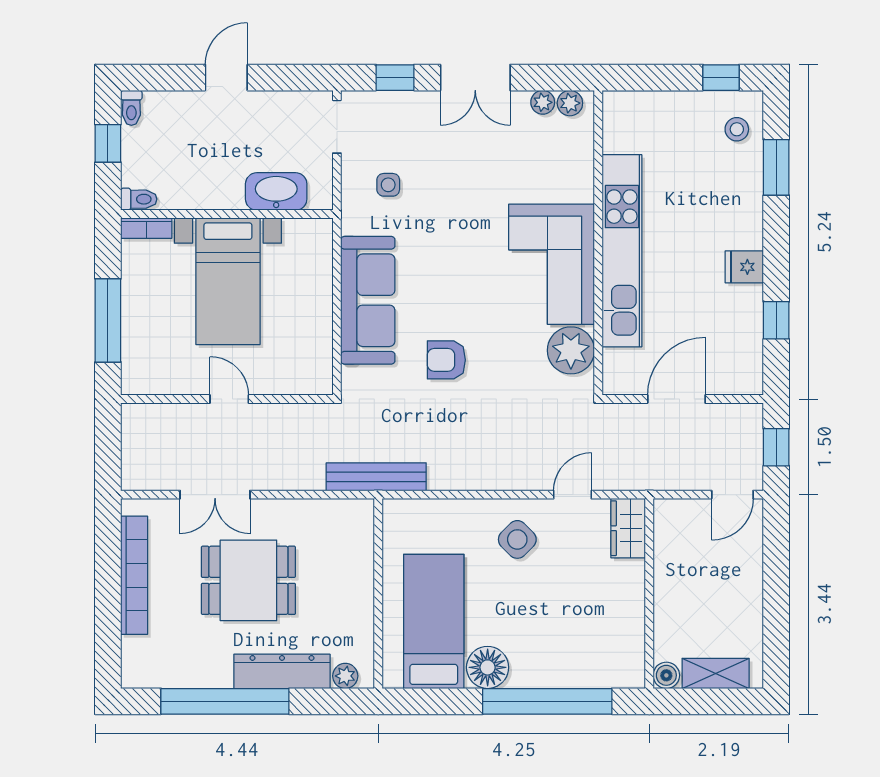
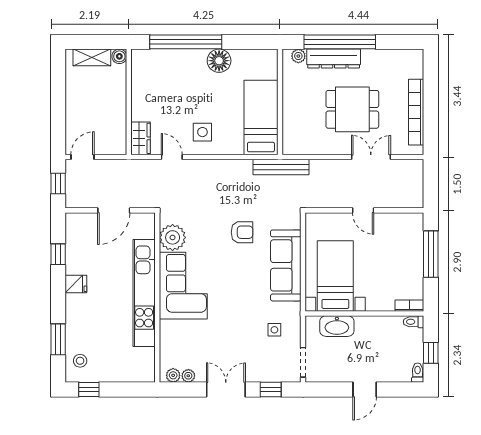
bed with nightstands: (228, 281) -> (335, 276), moved
door: (572, 495) -> (172, 157), swing flipped
side table: (517, 539) -> (202, 132), turned 45
bed: (434, 621) -> (261, 117), moved, turned 180
window: (225, 701) -> (340, 42), moved

